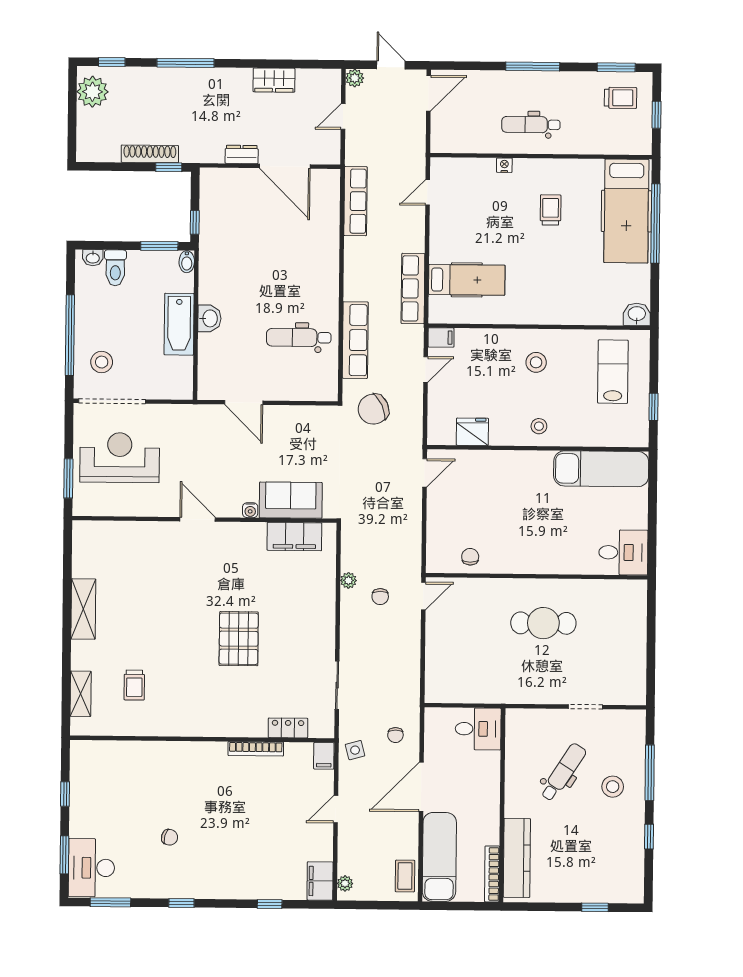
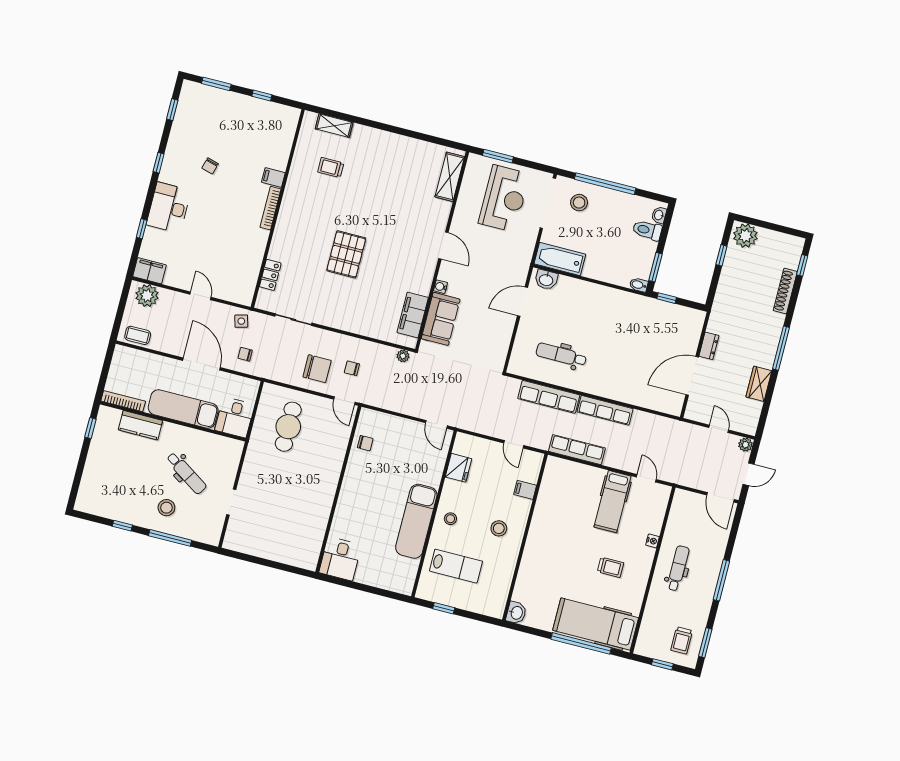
window: (186, 63) -> (781, 348), moved
plant: (92, 92) -> (745, 236), moved
shoe rack: (150, 154) -> (785, 291), moved, turned 180
window: (169, 167) -> (721, 255), moved
row of seats: (355, 201) -> (605, 410), moved
hospital bed: (467, 280) -> (613, 502), moved
washbasin: (209, 318) -> (546, 280), moved
bathtub: (179, 324) -> (560, 259), moved
filing cabinet: (441, 337) -> (525, 490), moved, turned 90
dental chair: (299, 338) -> (561, 355), turned -90
lab bench: (613, 372) -> (456, 566), moved
chair: (373, 409) -> (317, 369), moved, turned 115
exam couch: (601, 469) -> (416, 521), moved
door: (198, 519) -> (443, 246), hinge flipped
plant: (348, 580) -> (403, 356), moved
shelving: (83, 609) -> (450, 177), moved, turned 90
cafe table: (543, 623) -> (288, 427), moved
pallet: (239, 639) -> (346, 254), turned 90
bookcase: (256, 749) -> (271, 208), moved
filing cabinet: (324, 756) -> (273, 177), moved
exam couch: (439, 857) -> (183, 409), moved, turned 180
kitchen counter: (517, 858) -> (140, 425), width x0.67
desk: (91, 868) -> (169, 208), moved, turned -90
plant: (345, 883) -> (147, 296), width x1.88, depth x1.88
window: (110, 902) -> (172, 110), width x0.67
window: (595, 907) -> (90, 428), moved

